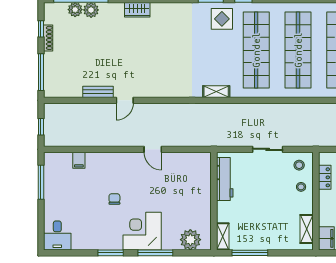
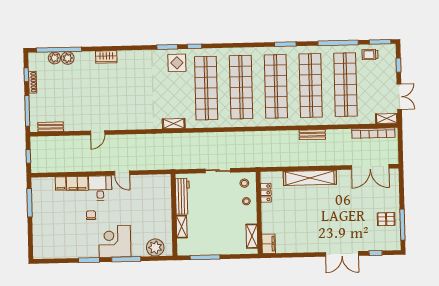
bench: (98, 92) -> (51, 127), moved
filing cabinet: (99, 161) -> (77, 183), added
desk: (57, 235) -> (100, 188), moved, turned 180
shelving: (223, 236) -> (182, 227), moved

